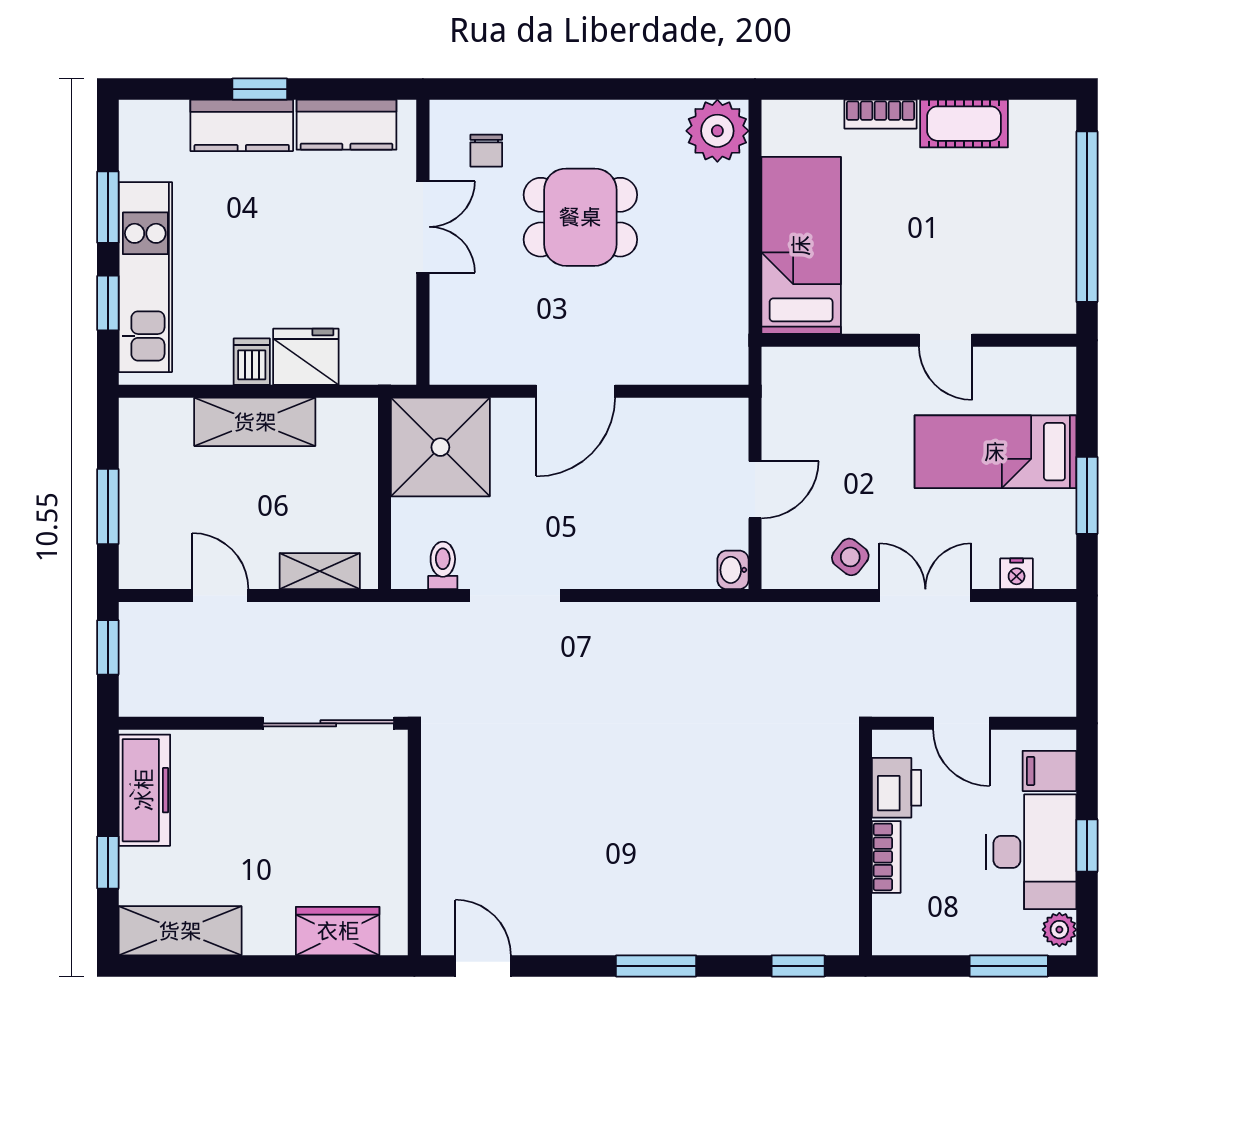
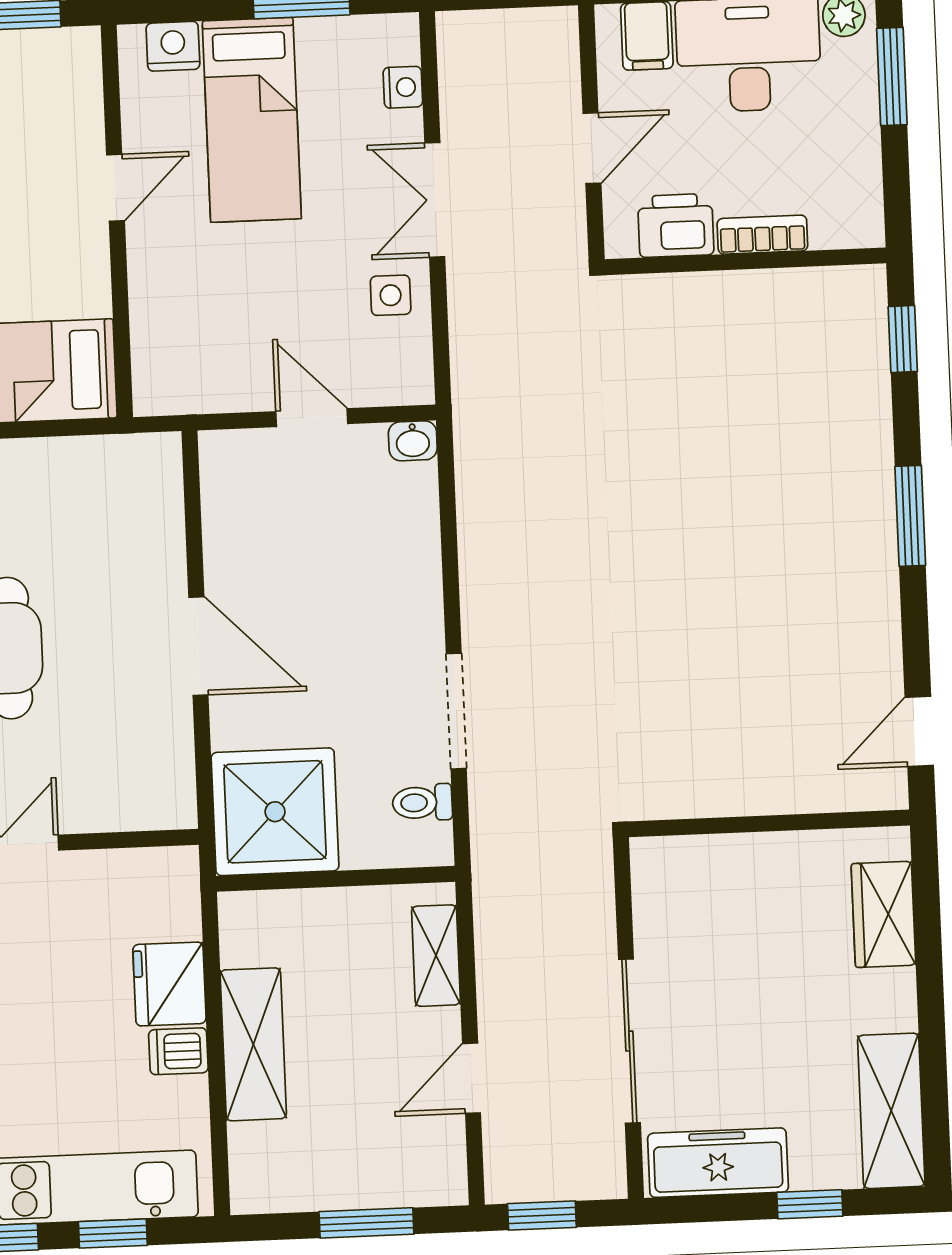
nightstand: (1057, 391) -> (173, 46), added
side table: (850, 557) -> (391, 295), turned -38
sliding door: (328, 723) -> (629, 1041), moved

